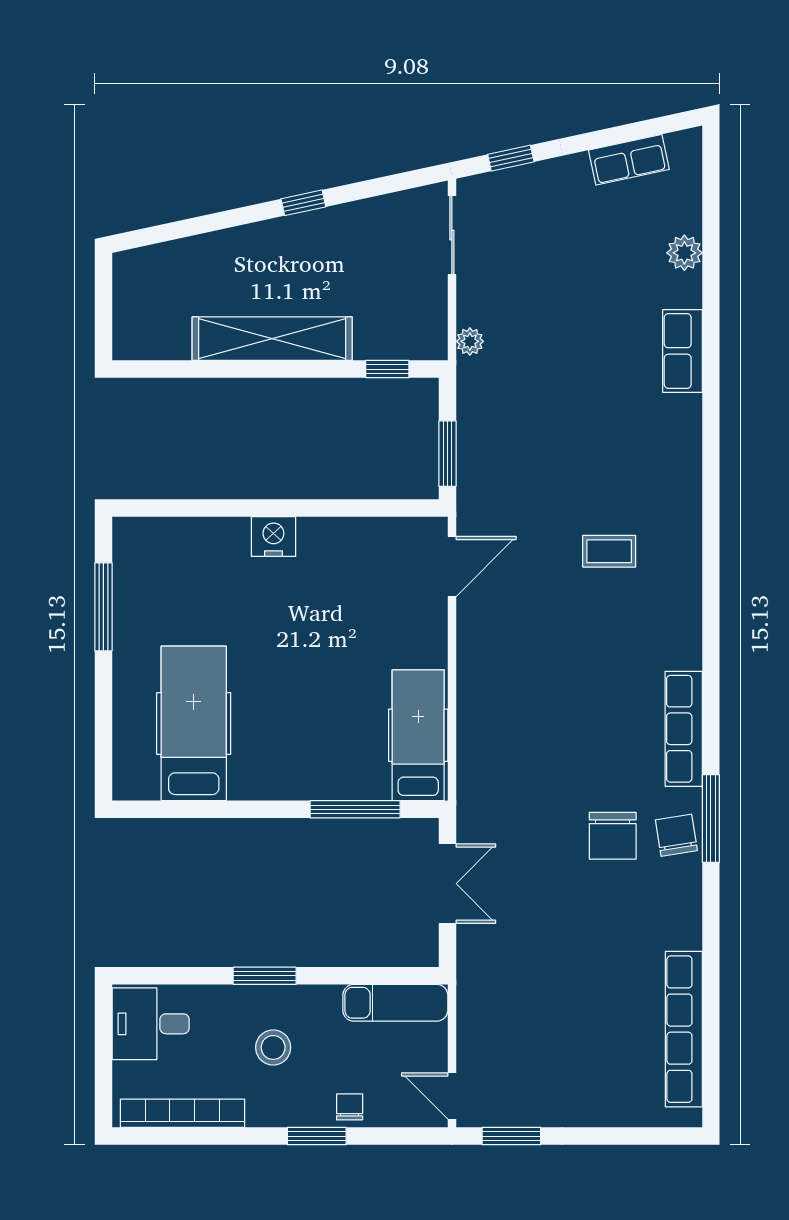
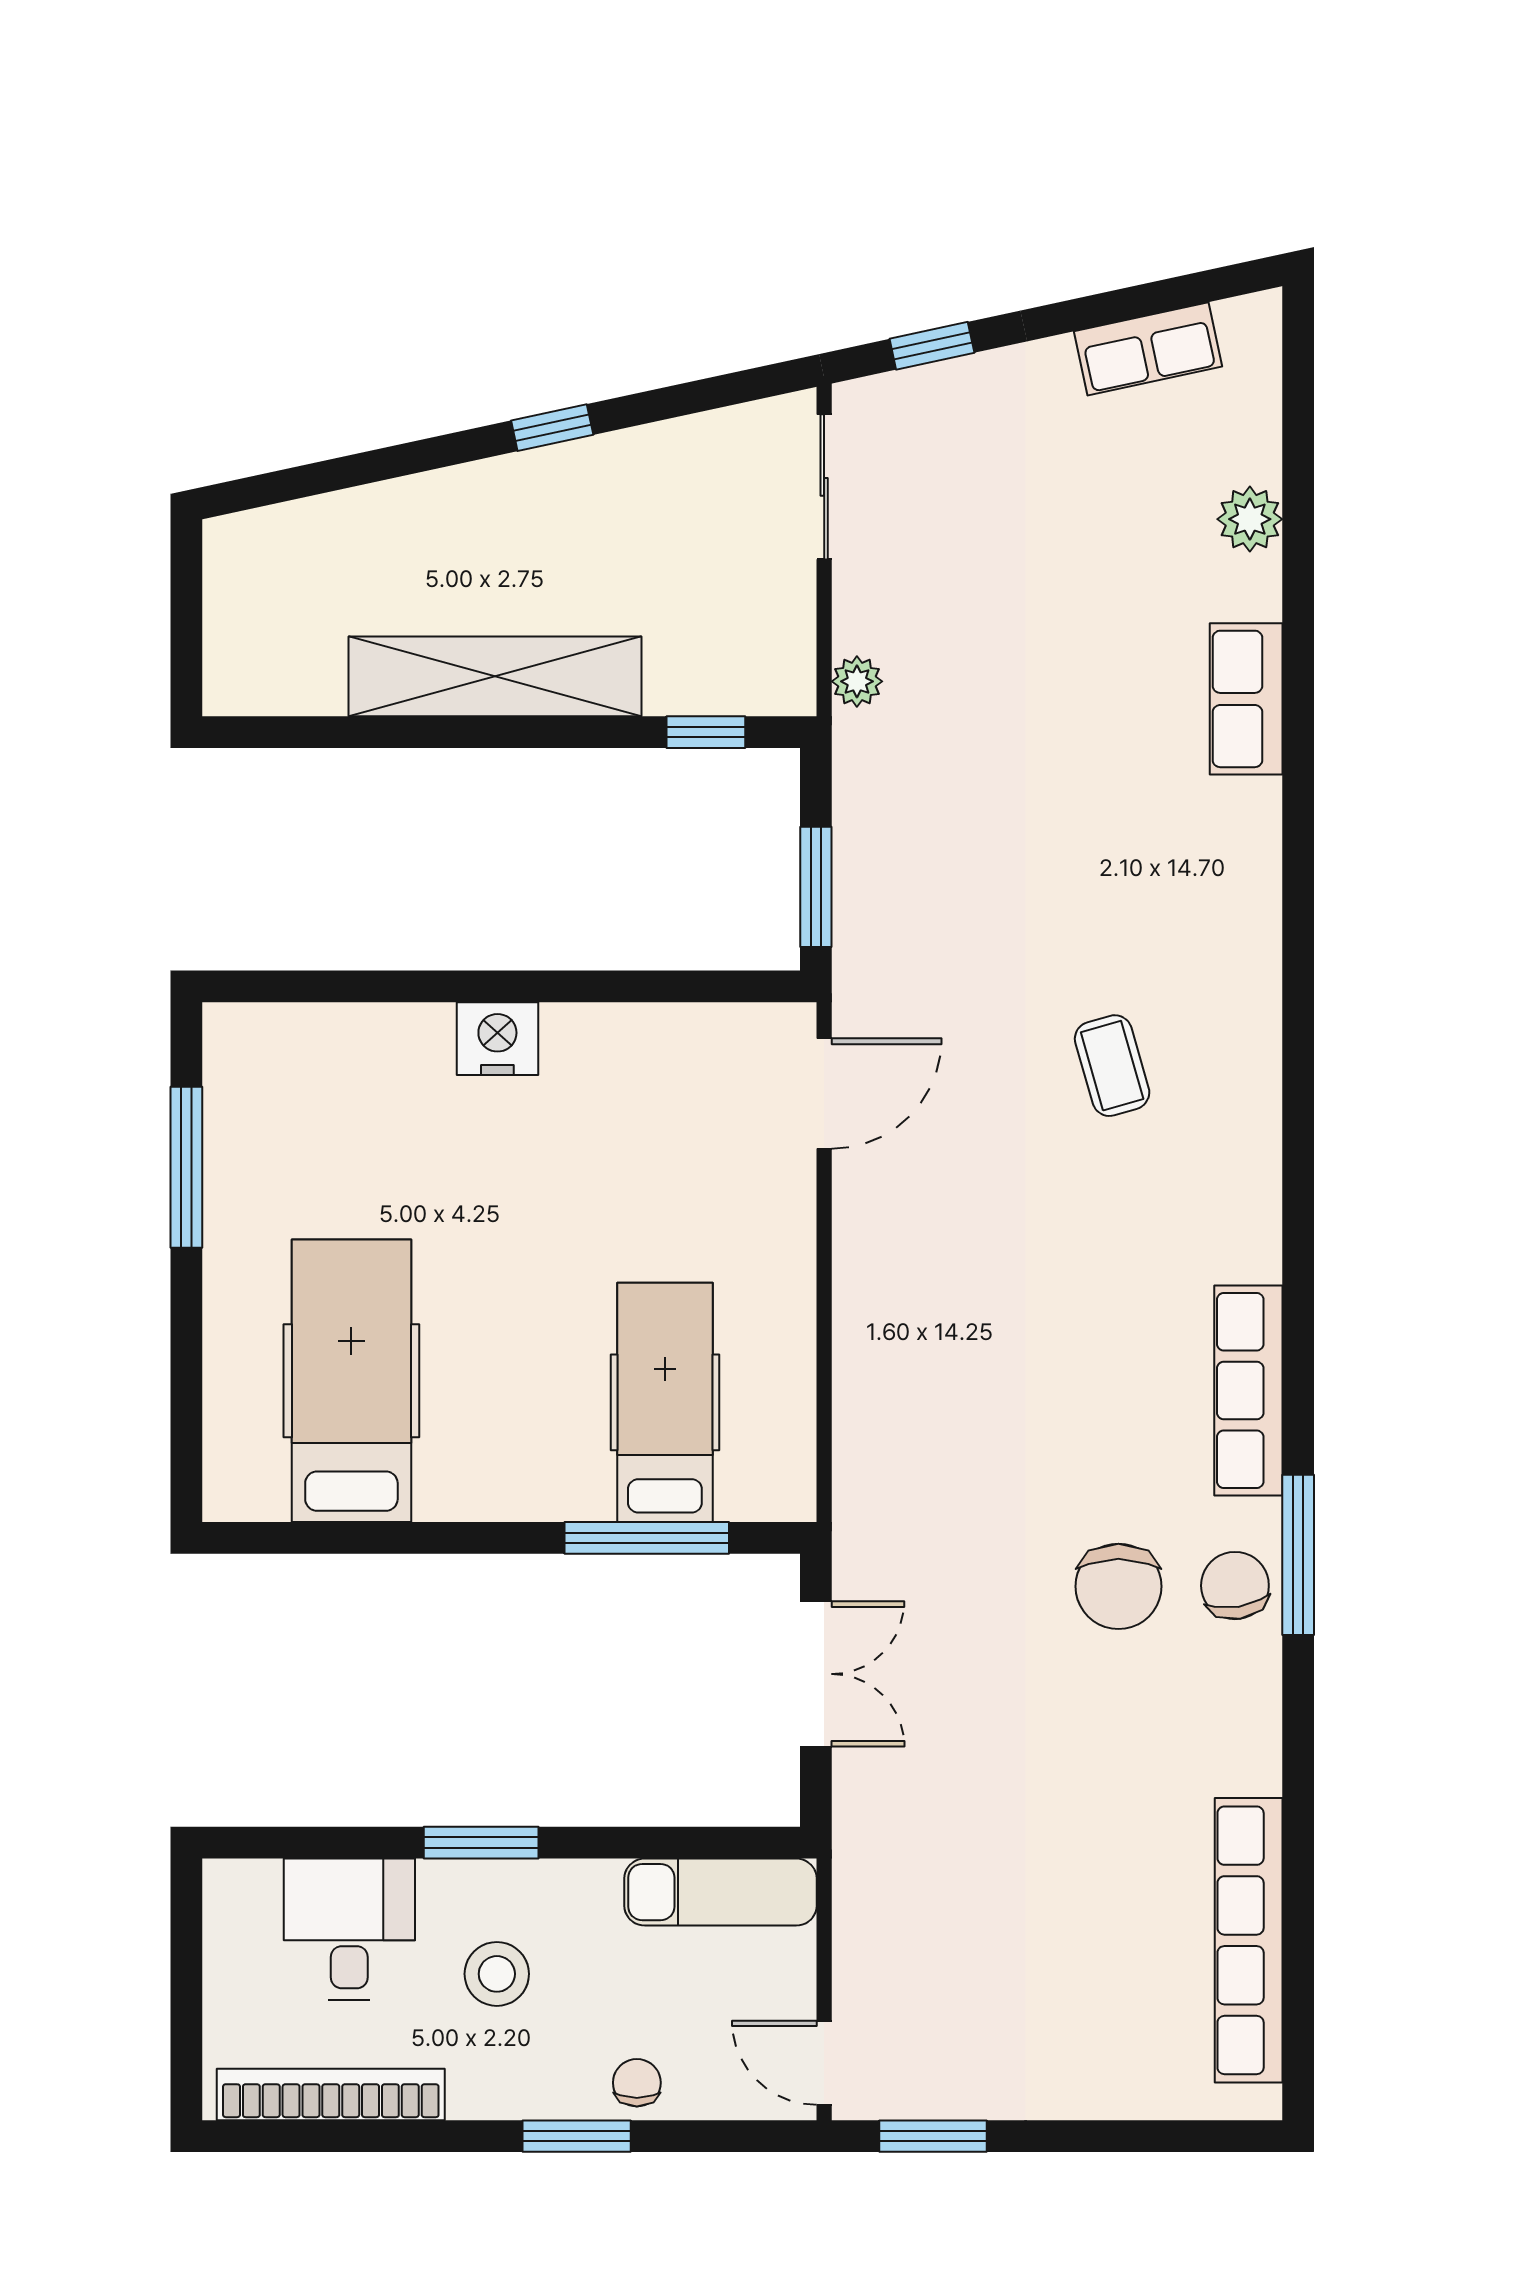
coffee table: (609, 551) -> (1112, 1066), turned 74
hospital bed: (418, 735) -> (665, 1402), moved
desk: (151, 1024) -> (349, 1929), moved, turned 90

